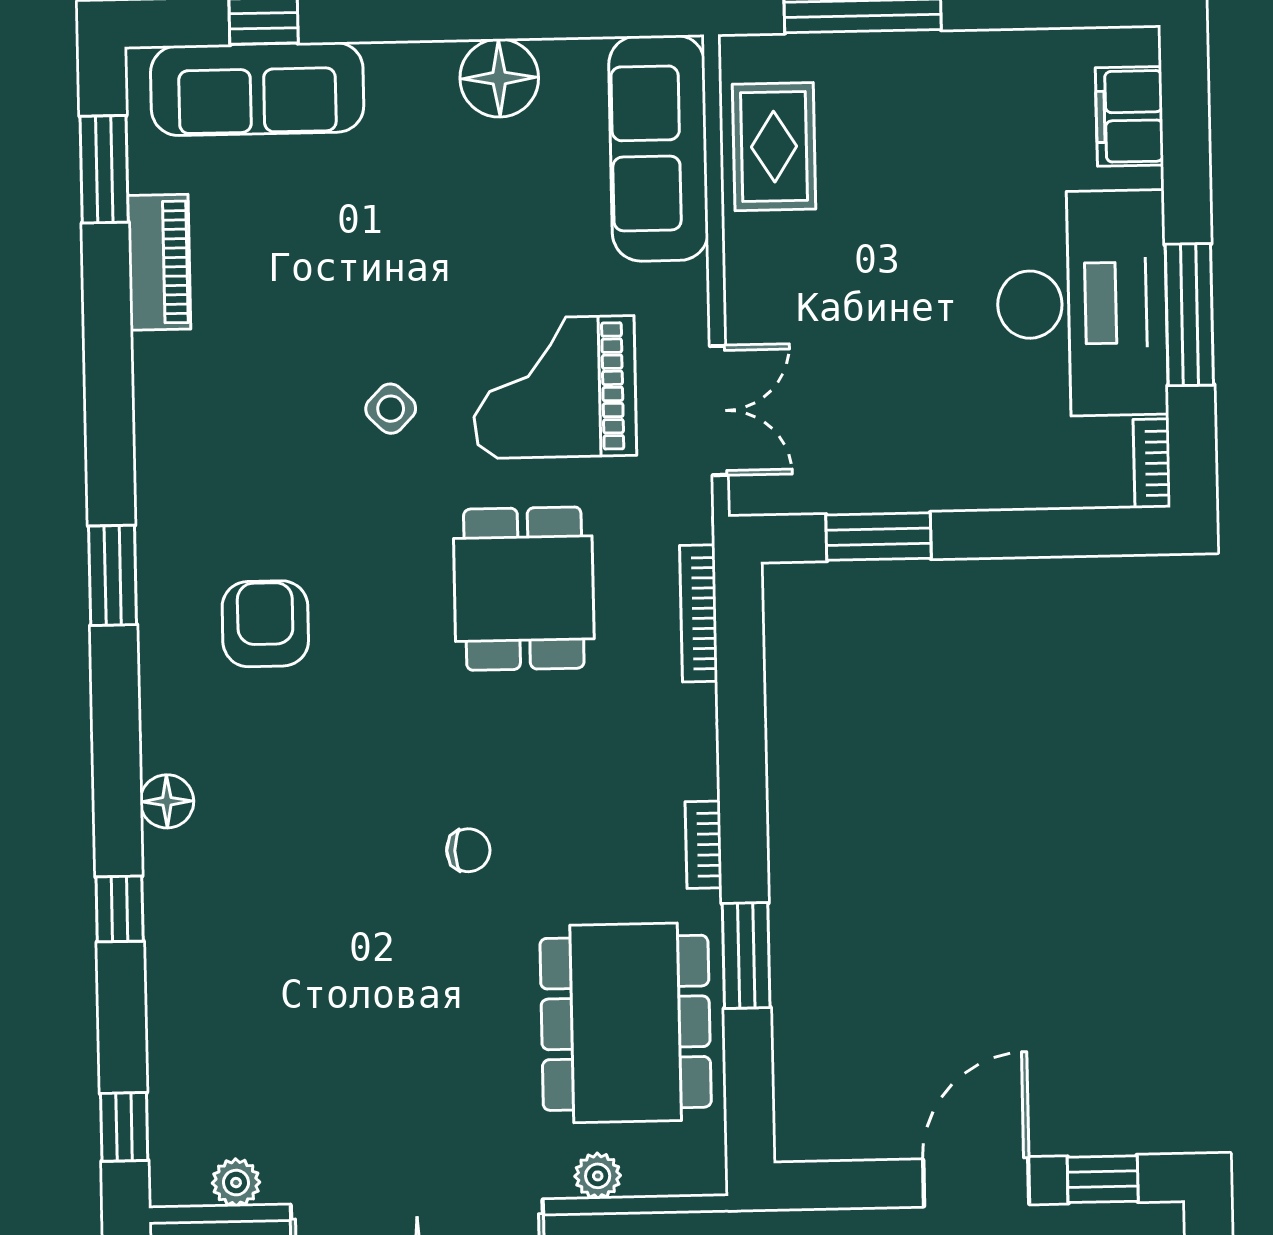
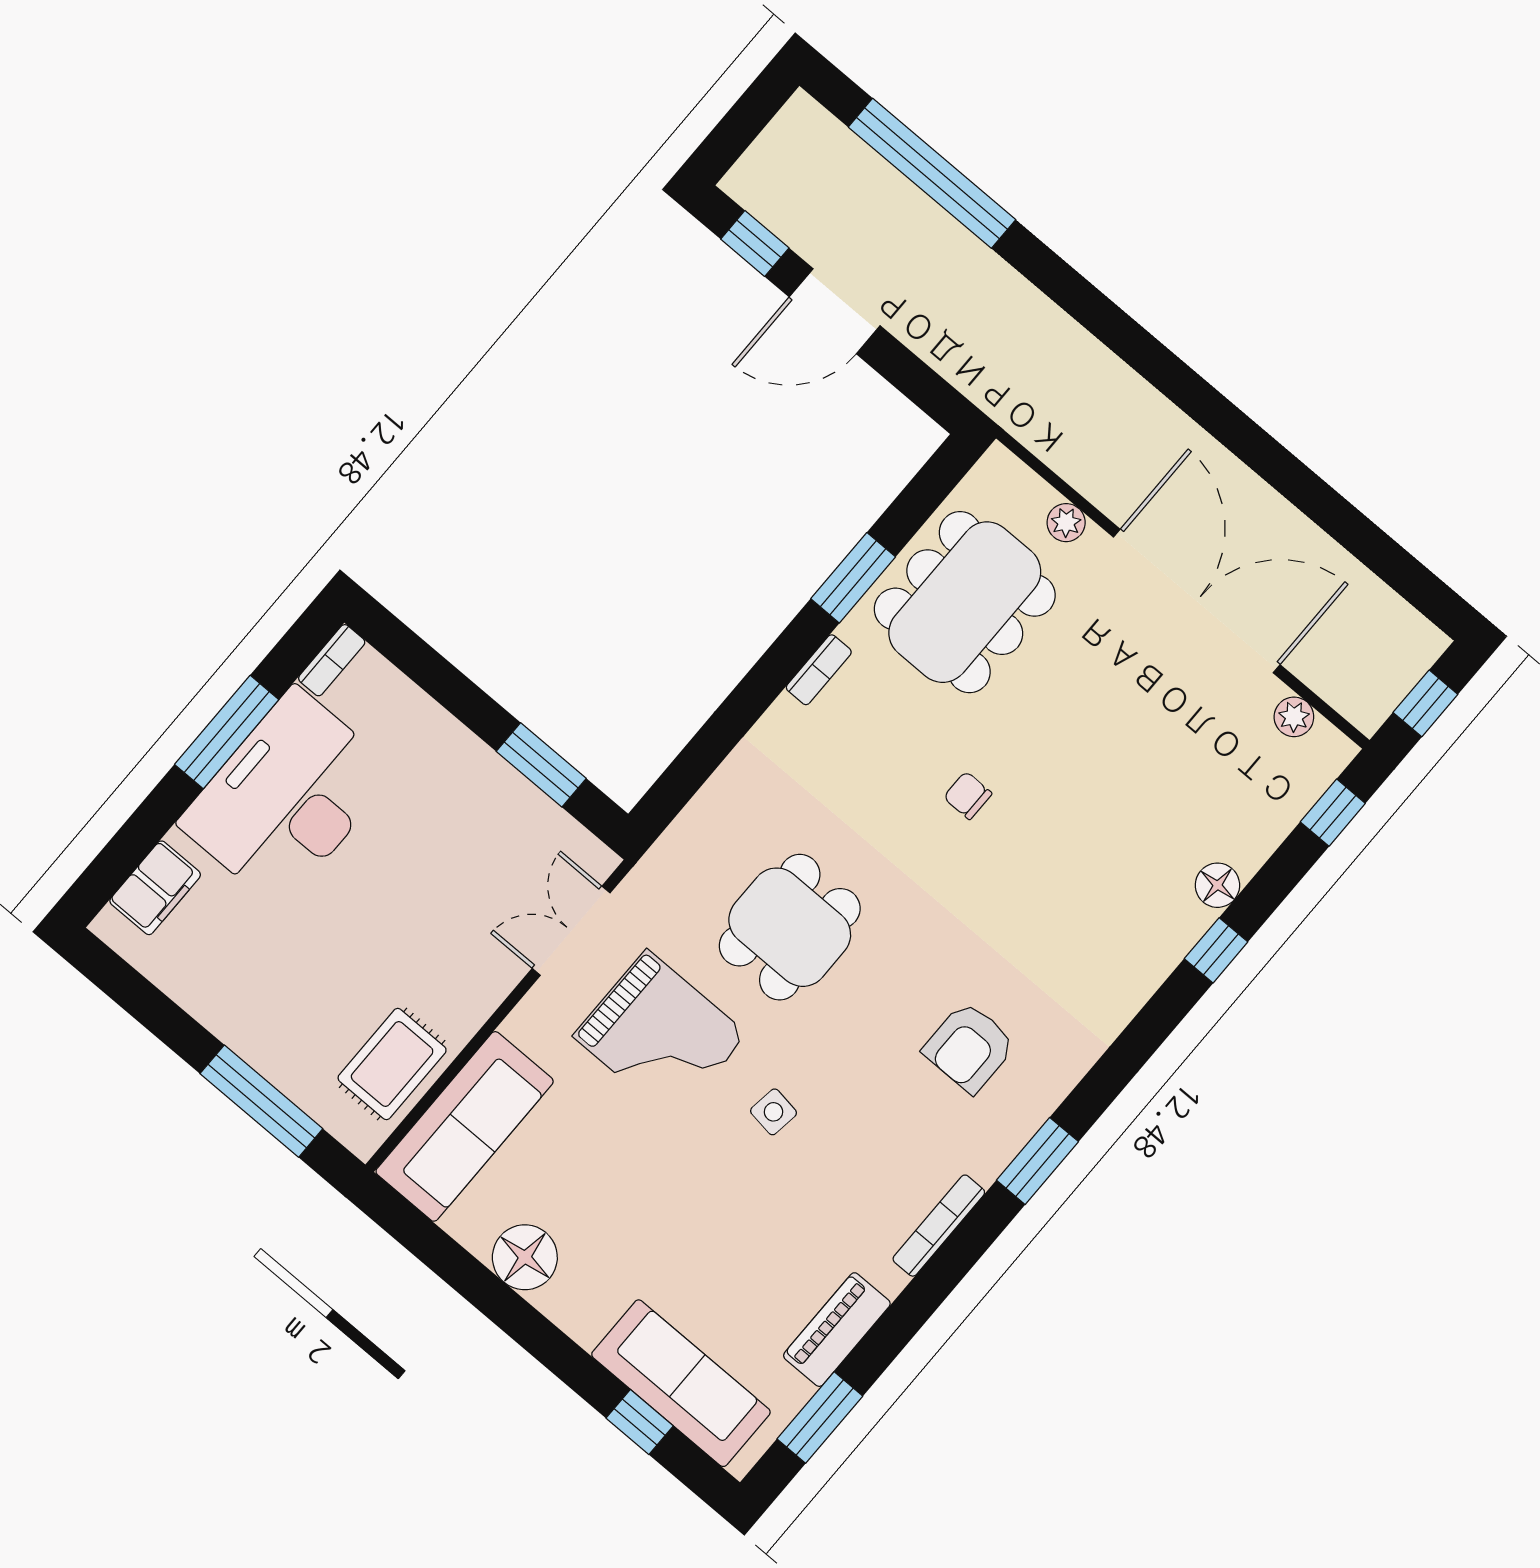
side table: (391, 409) -> (774, 1112), turned -36
bookcase: (699, 613) -> (939, 1226), moved, turned 180
floor lamp: (167, 801) -> (1217, 885), moved

